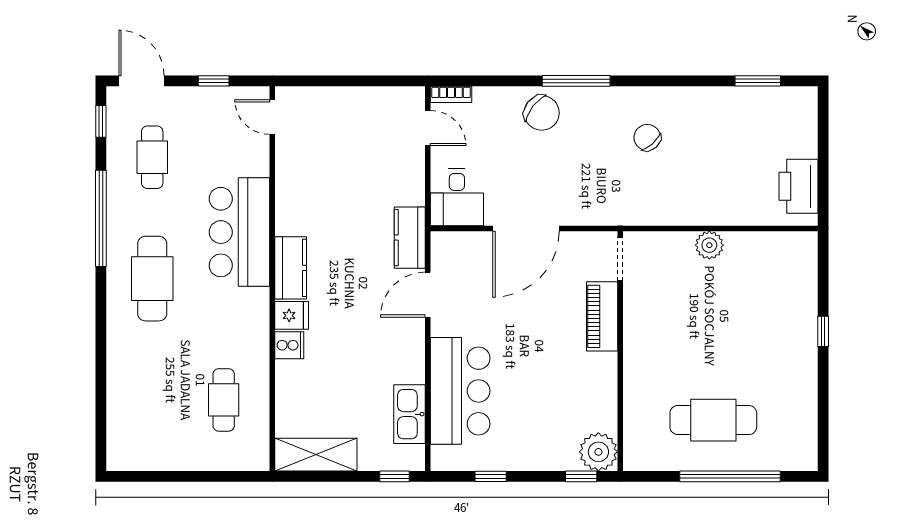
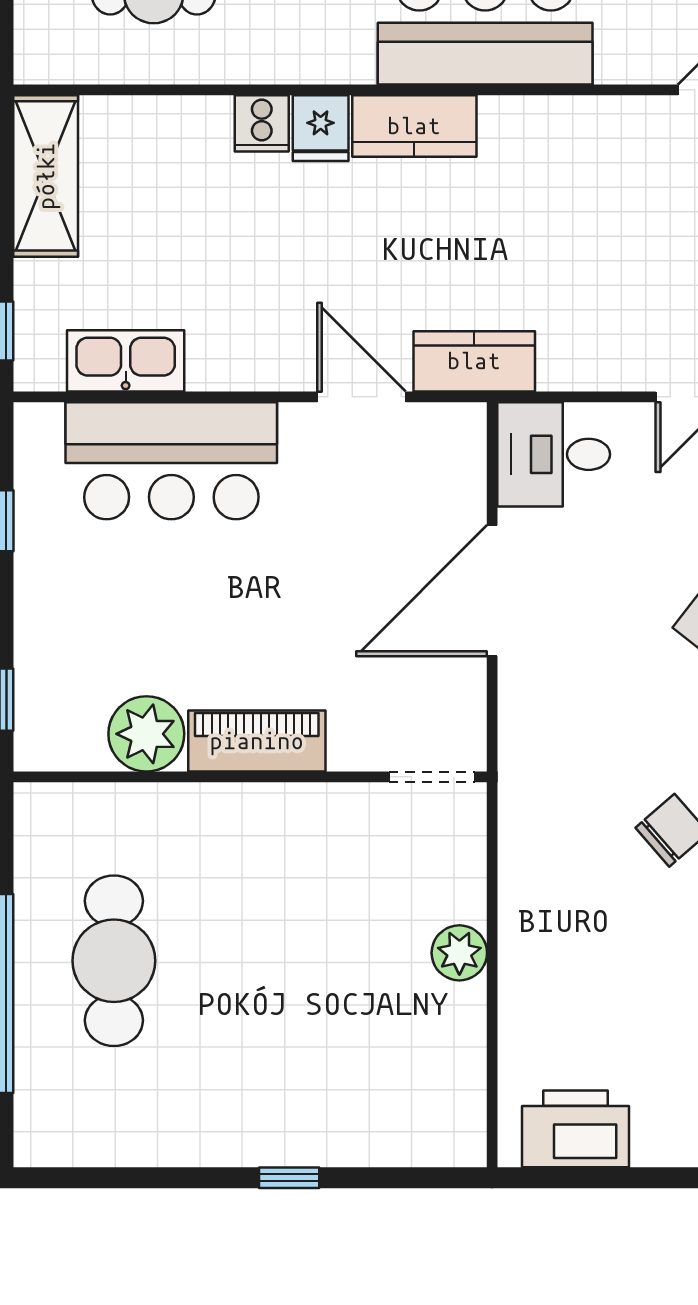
door: (526, 229) -> (492, 591), hinge flipped
piano: (602, 316) -> (257, 741), moved
plant: (598, 452) -> (146, 734), moved

